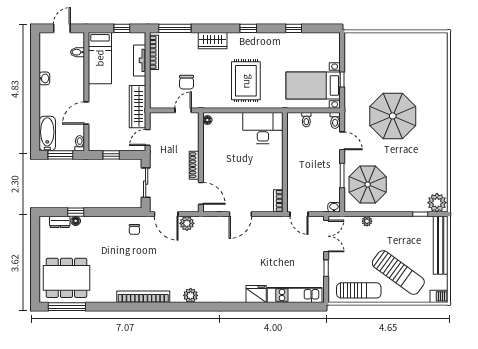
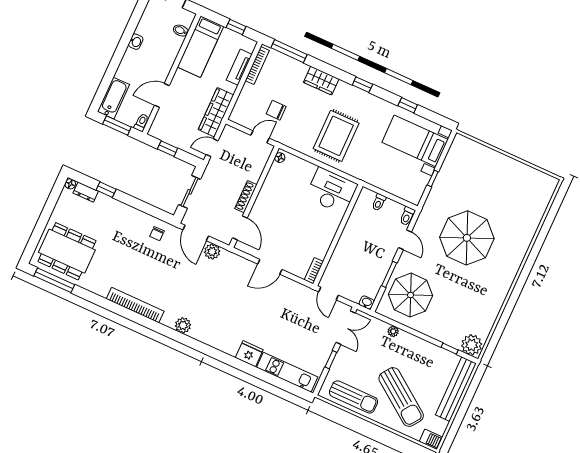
chair: (187, 82) -> (276, 110), turned 90
bed with nightstands: (313, 86) -> (415, 141), moved
floor lamp: (76, 221) -> (70, 184), moved

